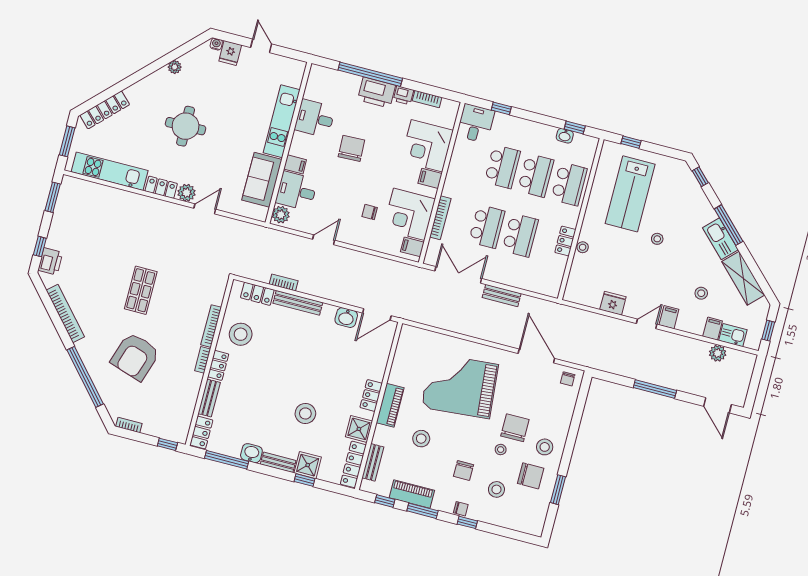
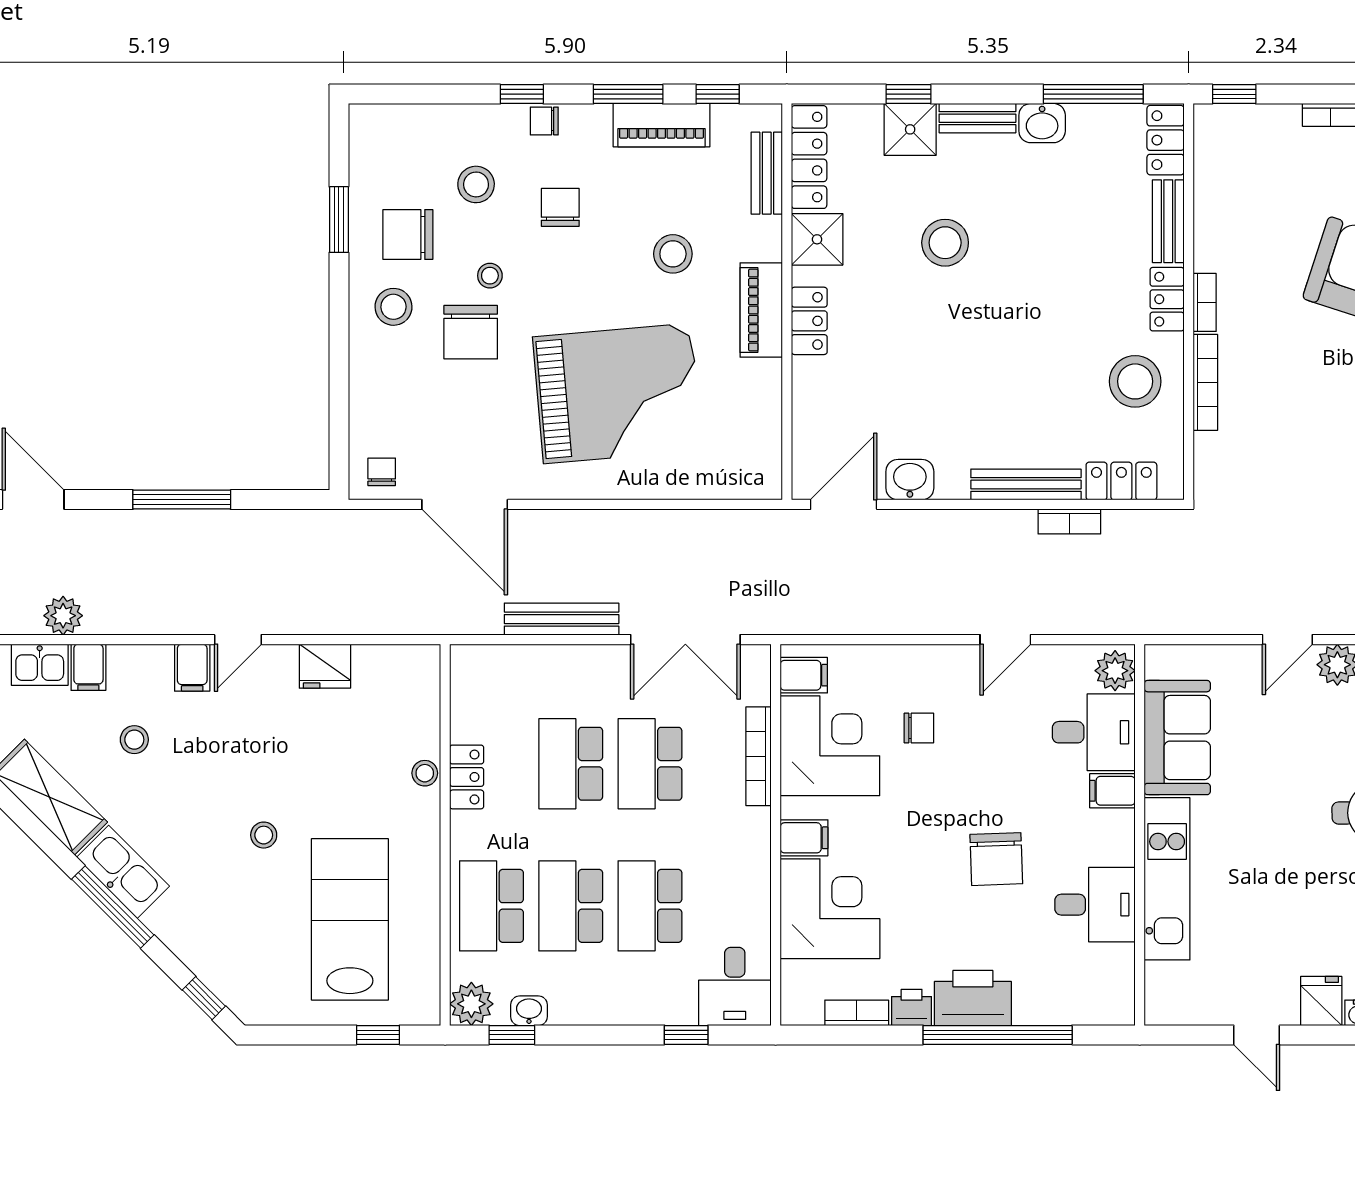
plant: (588, 145) -> (471, 1004), added
bench: (502, 295) -> (562, 619), width x1.36

